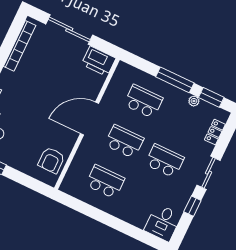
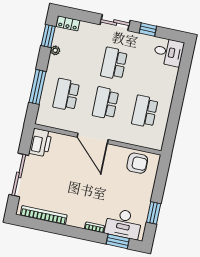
window: (175, 80) -> (37, 87), moved
locker: (215, 132) -> (68, 23), moved

